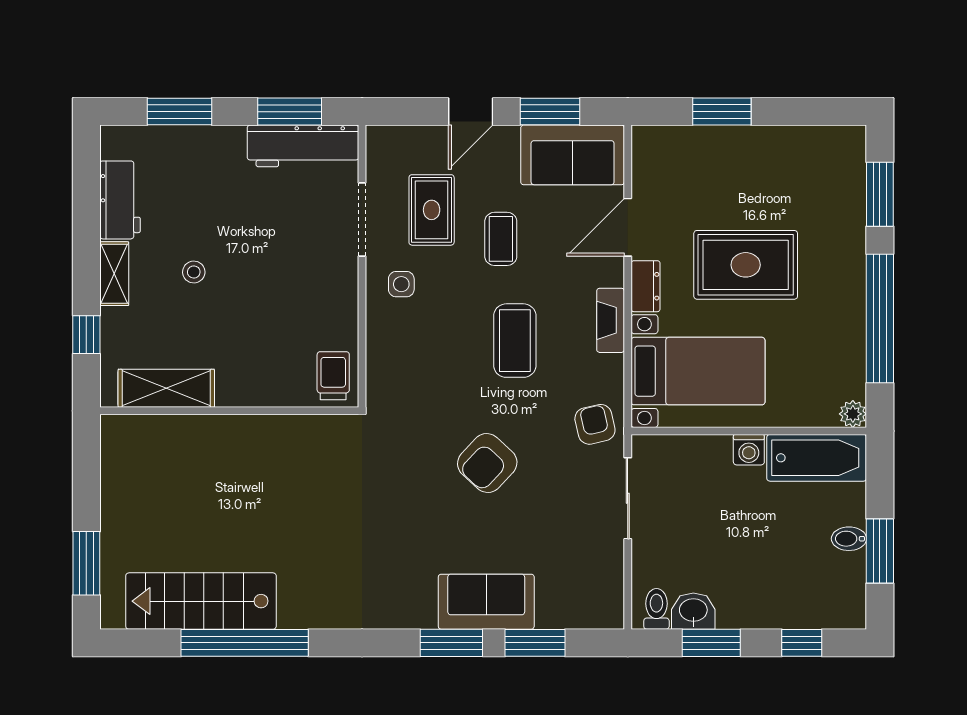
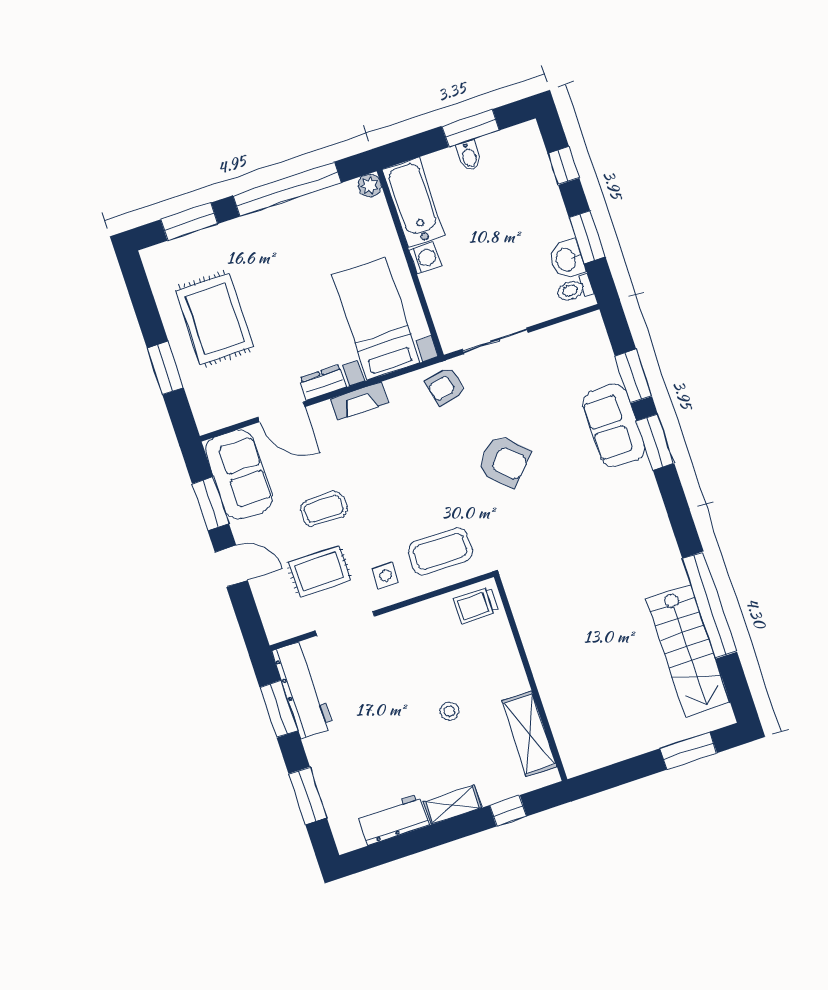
rug: (746, 265) -> (215, 319), moved
stool: (194, 272) -> (449, 711), moved
coffee table: (515, 341) -> (440, 551), moved

